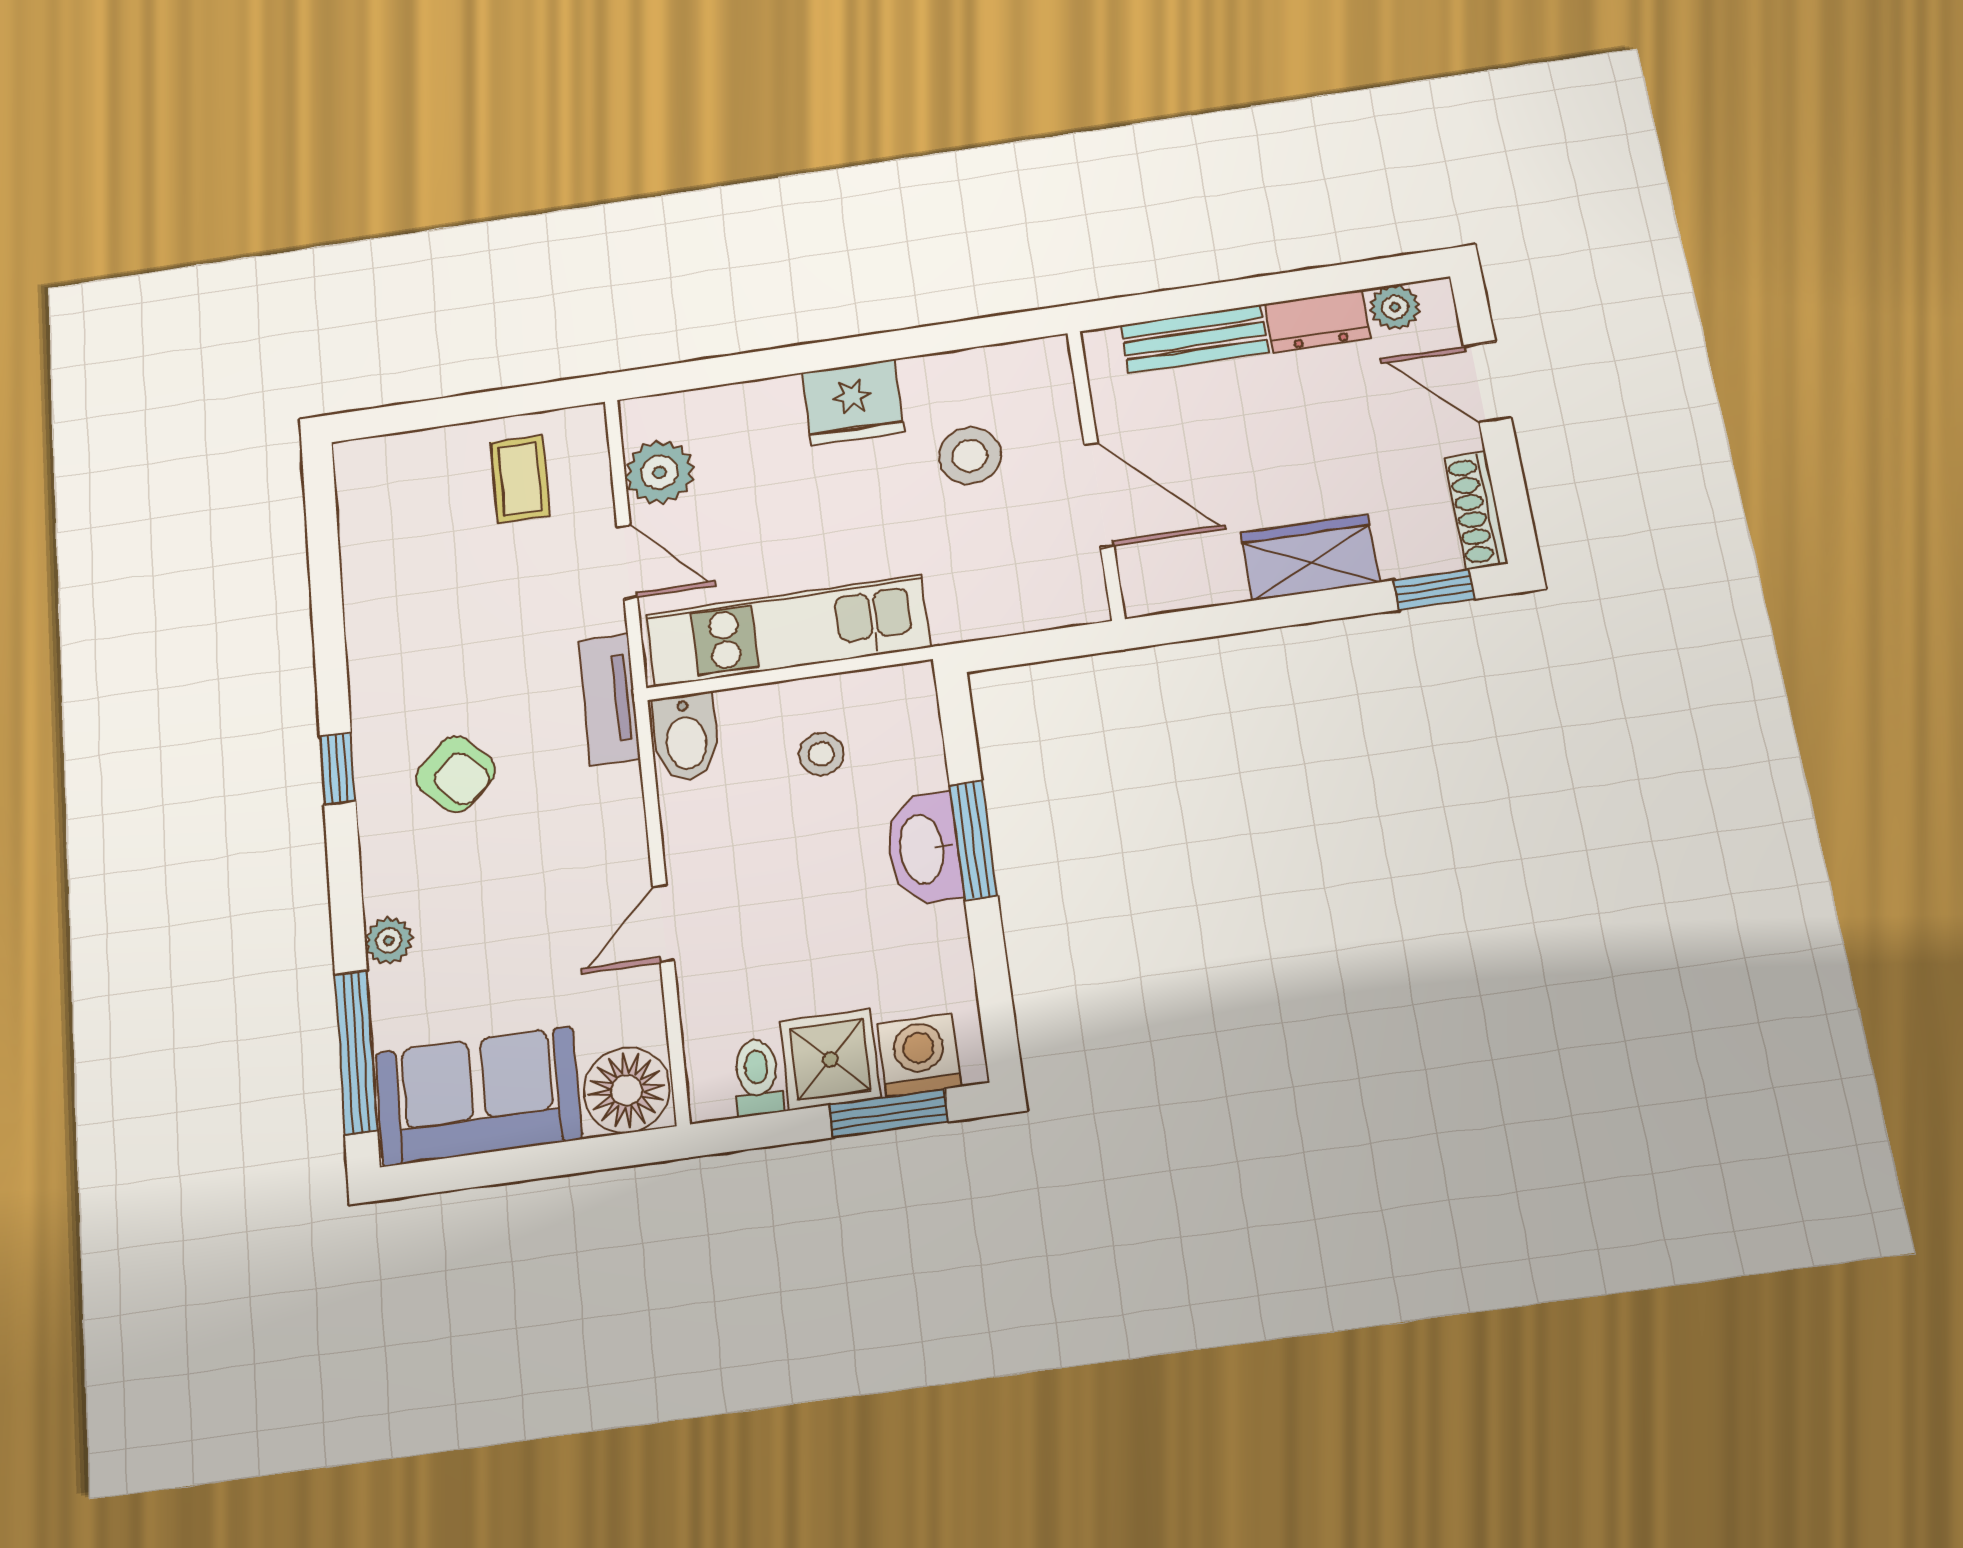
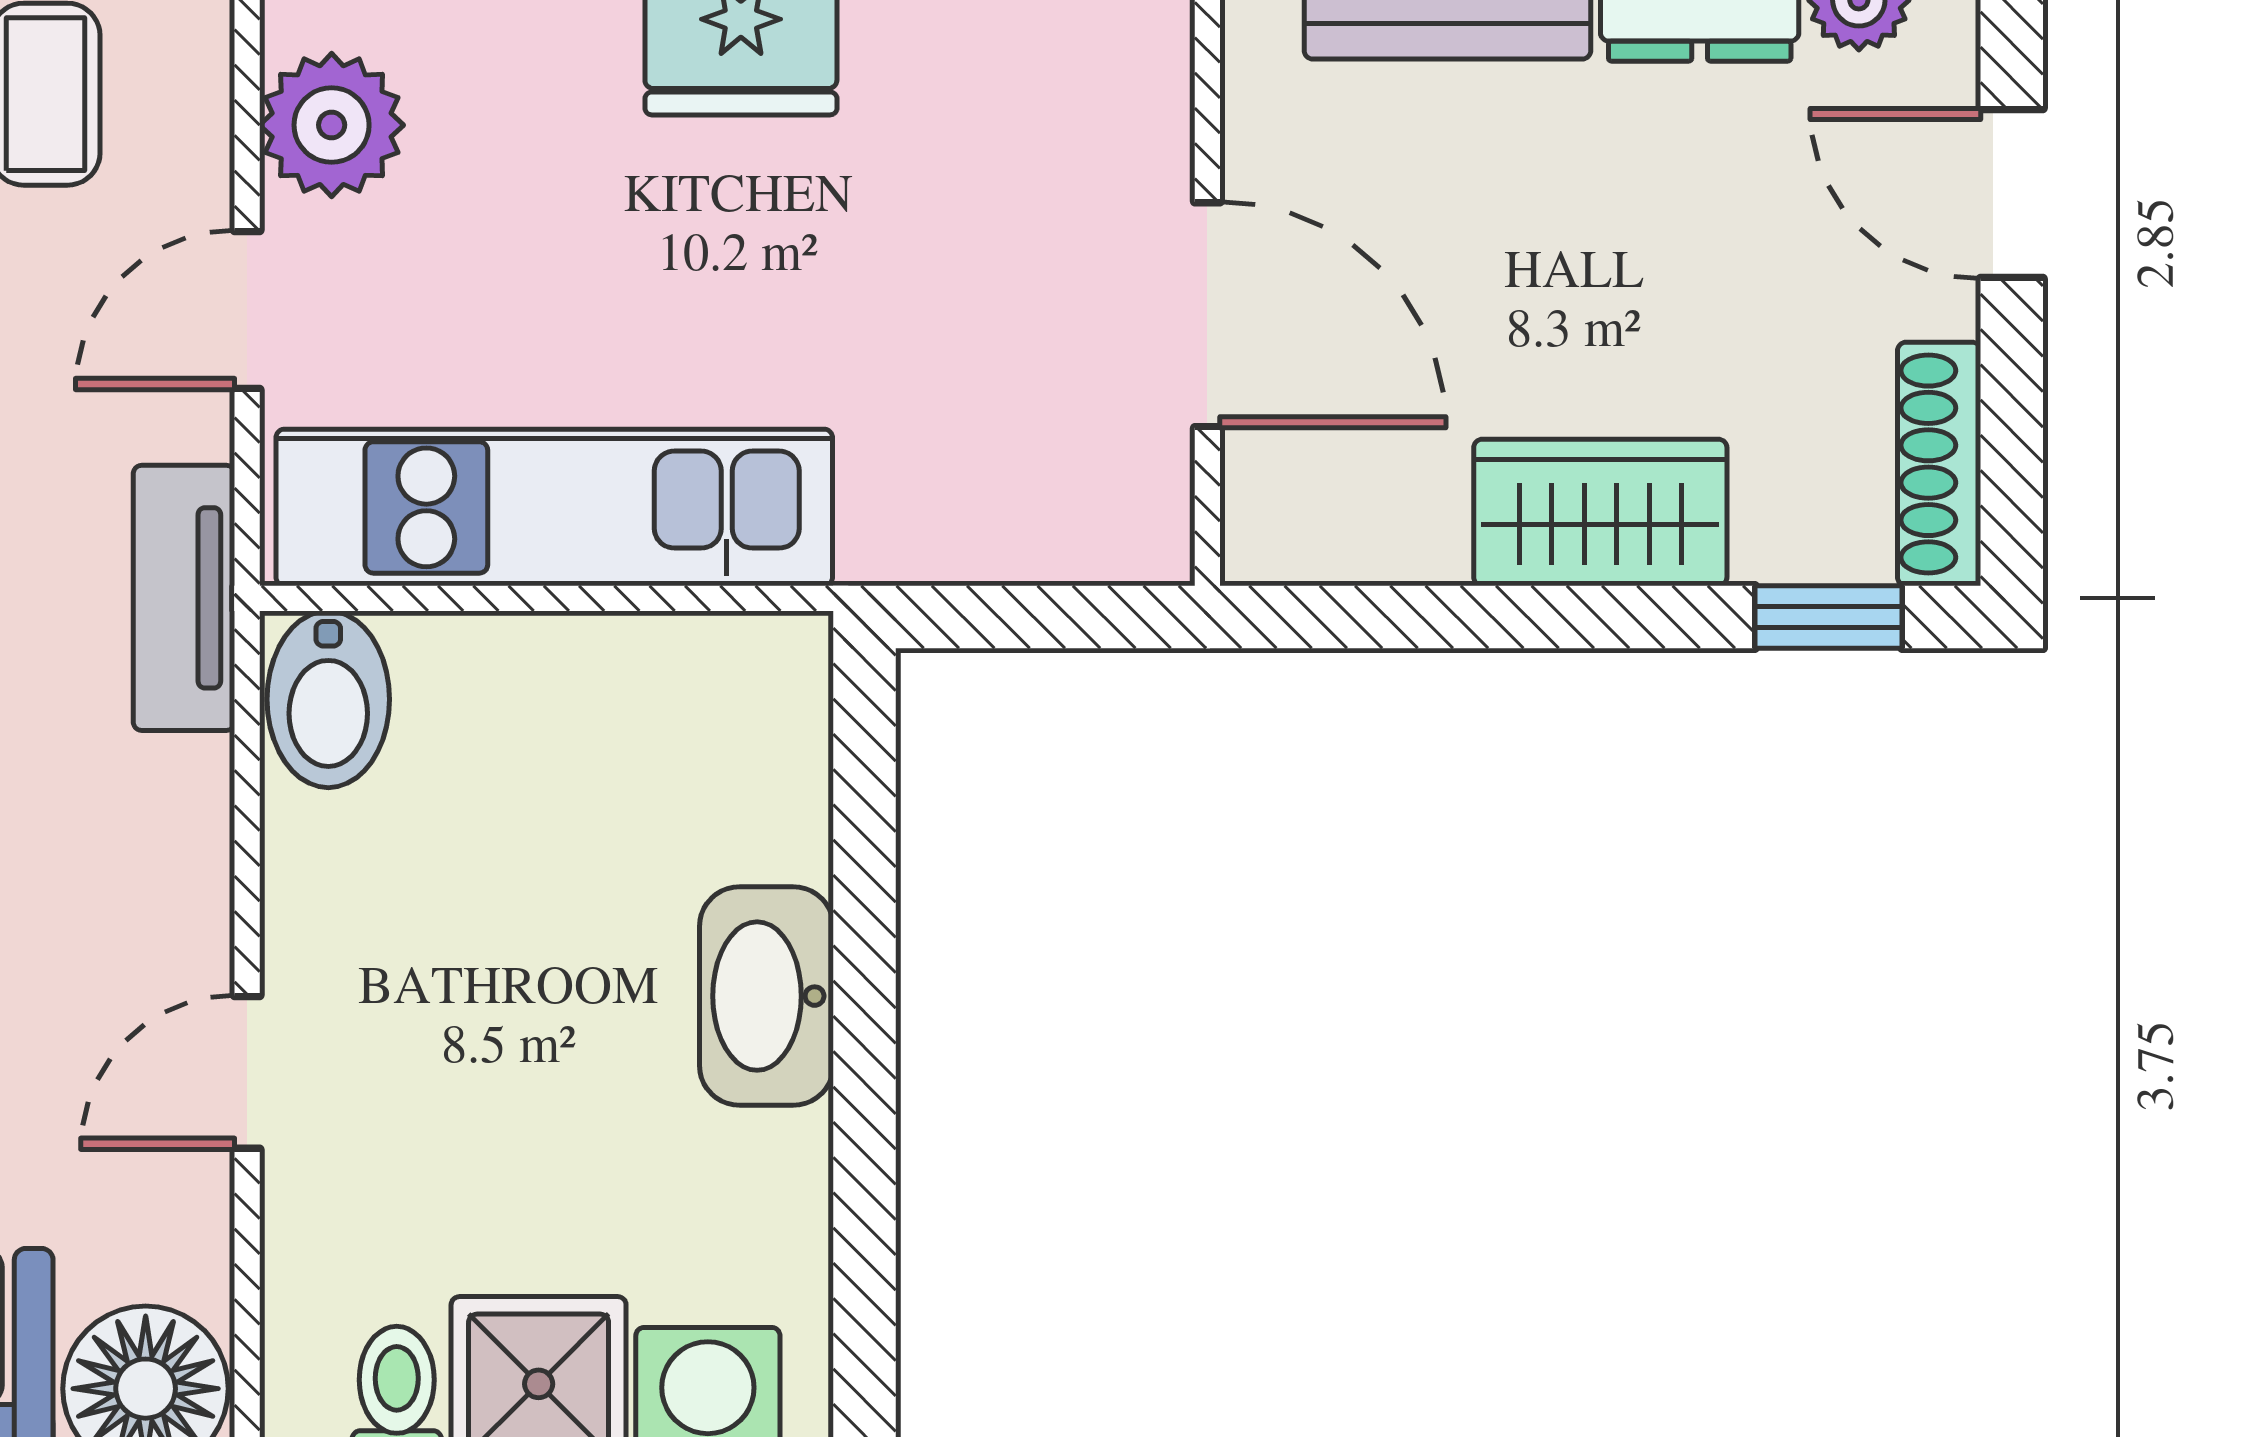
stool: (970, 456) -> (962, 189), removed
door: (627, 562) -> (247, 310), swing flipped
stool: (821, 754) -> (591, 774), removed
window: (973, 840) -> (864, 993), removed

